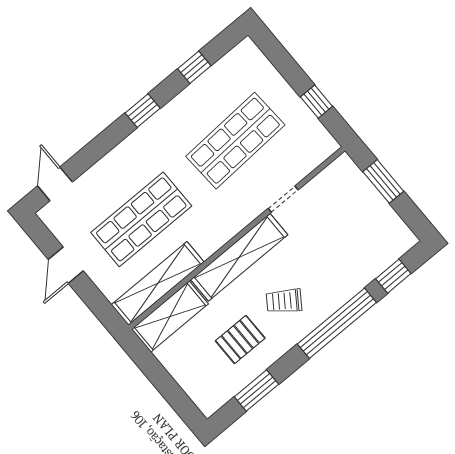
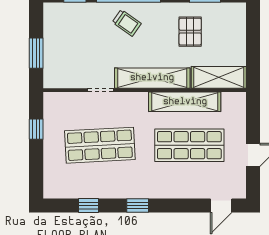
shelving: (158, 283) -> (185, 102), moved
trolley: (284, 301) -> (127, 23), moved
pallet: (240, 339) -> (190, 32), turned 90

